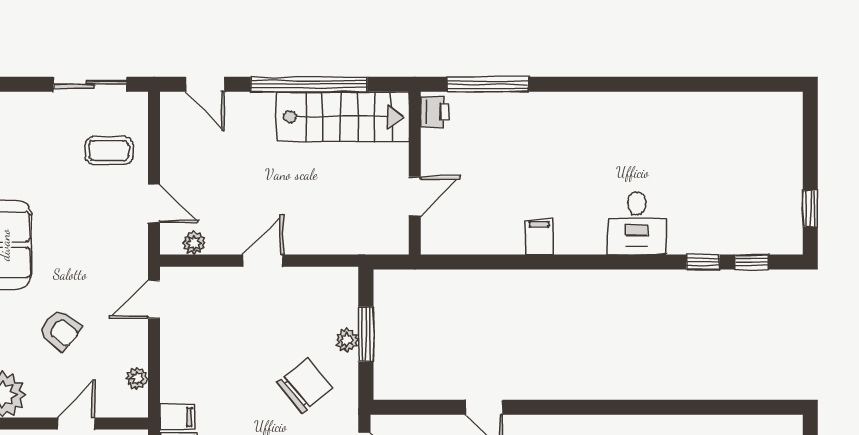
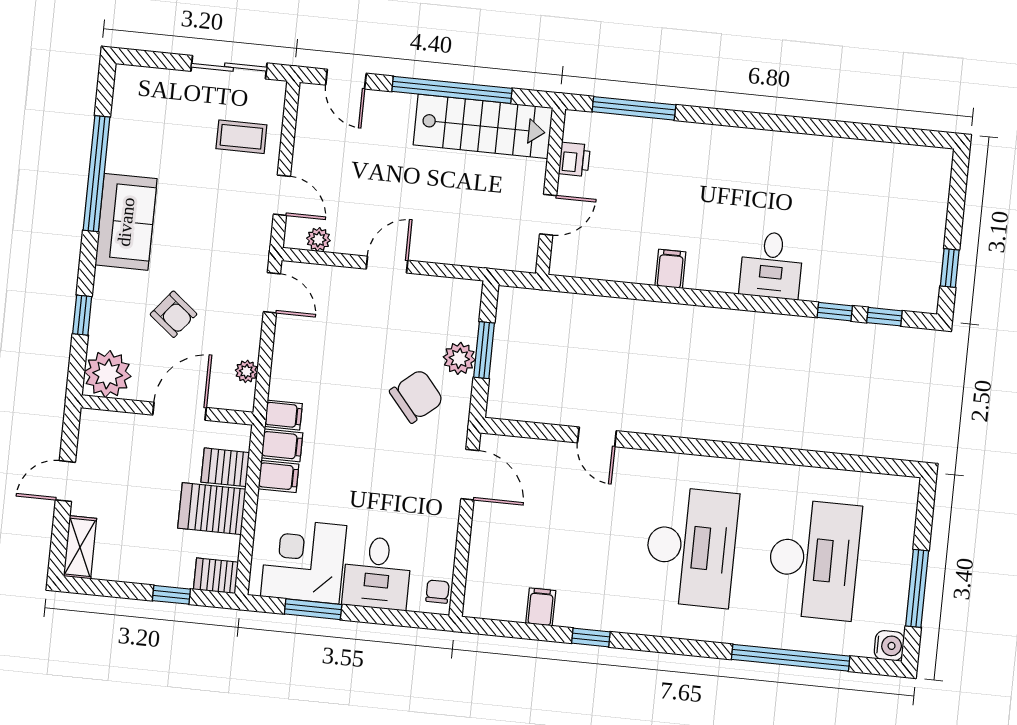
printer: (435, 112) -> (574, 159), moved
door: (154, 299) -> (272, 293), swing flipped
plant: (347, 340) -> (459, 358), width x1.38, depth x1.38
door: (76, 424) -> (180, 411), width x1.38

